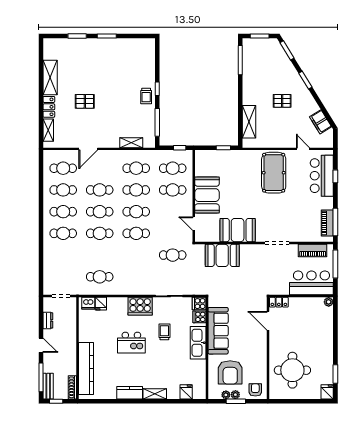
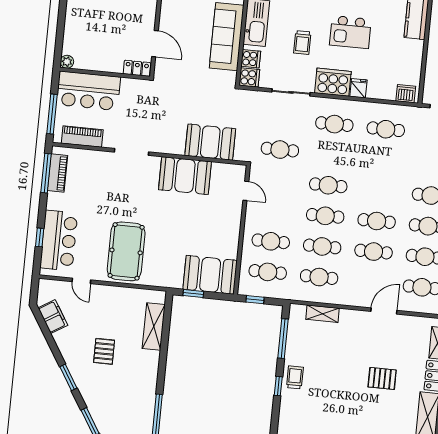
pallet: (282, 101) -> (104, 351), turned 90
booth: (207, 195) -> (210, 275), moved, turned 90
cafe table: (100, 233) -> (334, 124), moved
fridge: (101, 304) -> (358, 88), moved
kitchen island: (131, 343) -> (350, 32), turned 180

